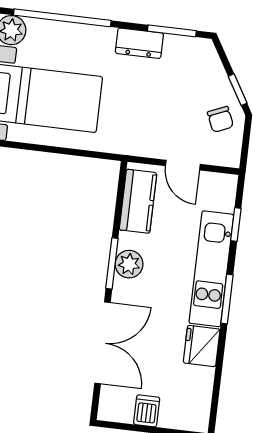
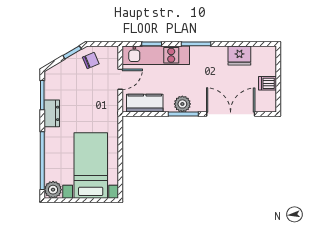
kitchen unit: (211, 269) -> (156, 55), moved
fridge: (202, 346) -> (239, 56), moved

